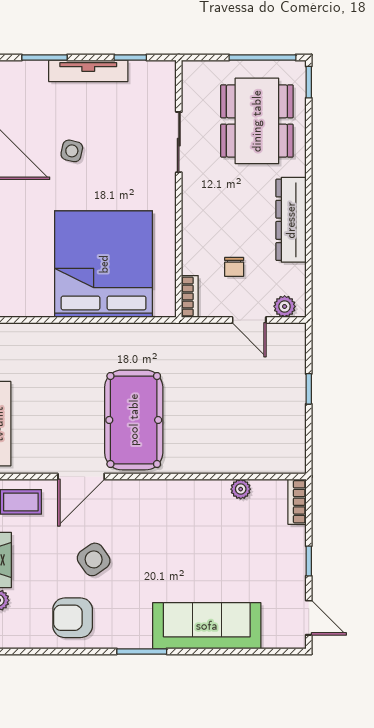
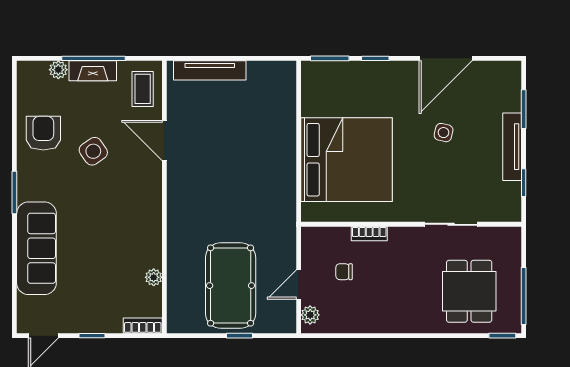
dining table: (257, 121) -> (469, 291), width x0.73
dresser: (291, 220) -> (384, 320), removed
bookcase: (190, 296) -> (369, 234), moved
pool table: (134, 420) -> (231, 286), moved, turned 90

